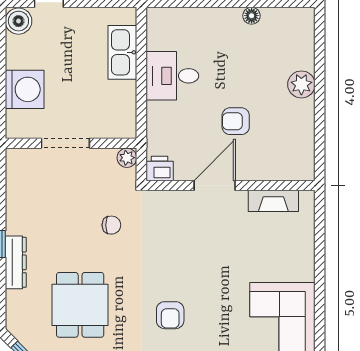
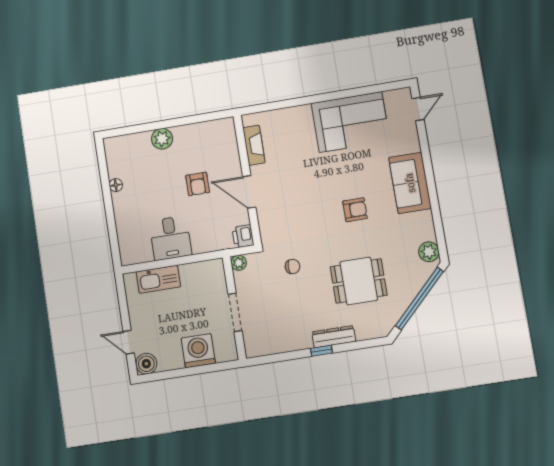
chair: (111, 225) -> (293, 267), turned 90

